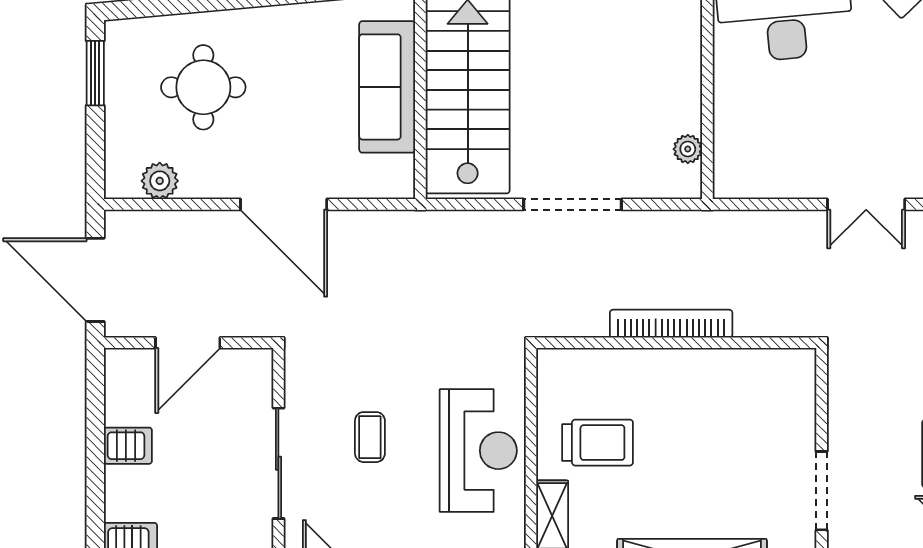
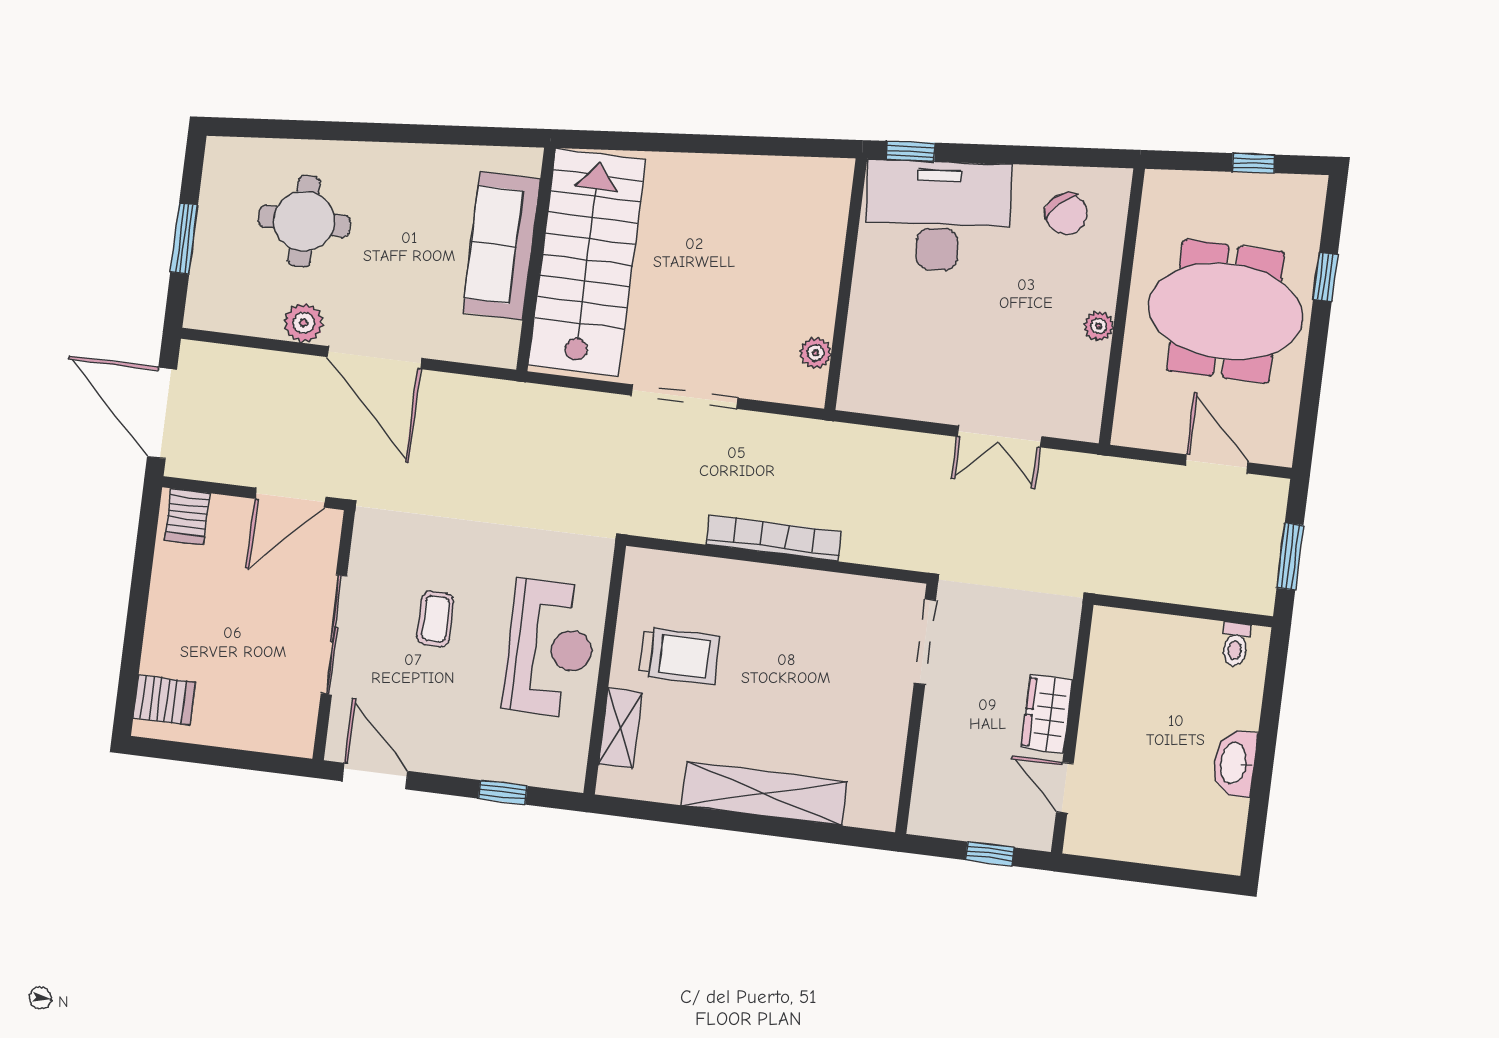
window: (95, 73) -> (184, 239), moved
plant: (160, 181) -> (304, 323), moved
door: (188, 343) -> (290, 498), moved
server rack: (128, 446) -> (187, 517), moved, turned 90
doorway: (822, 491) -> (925, 642), moved

